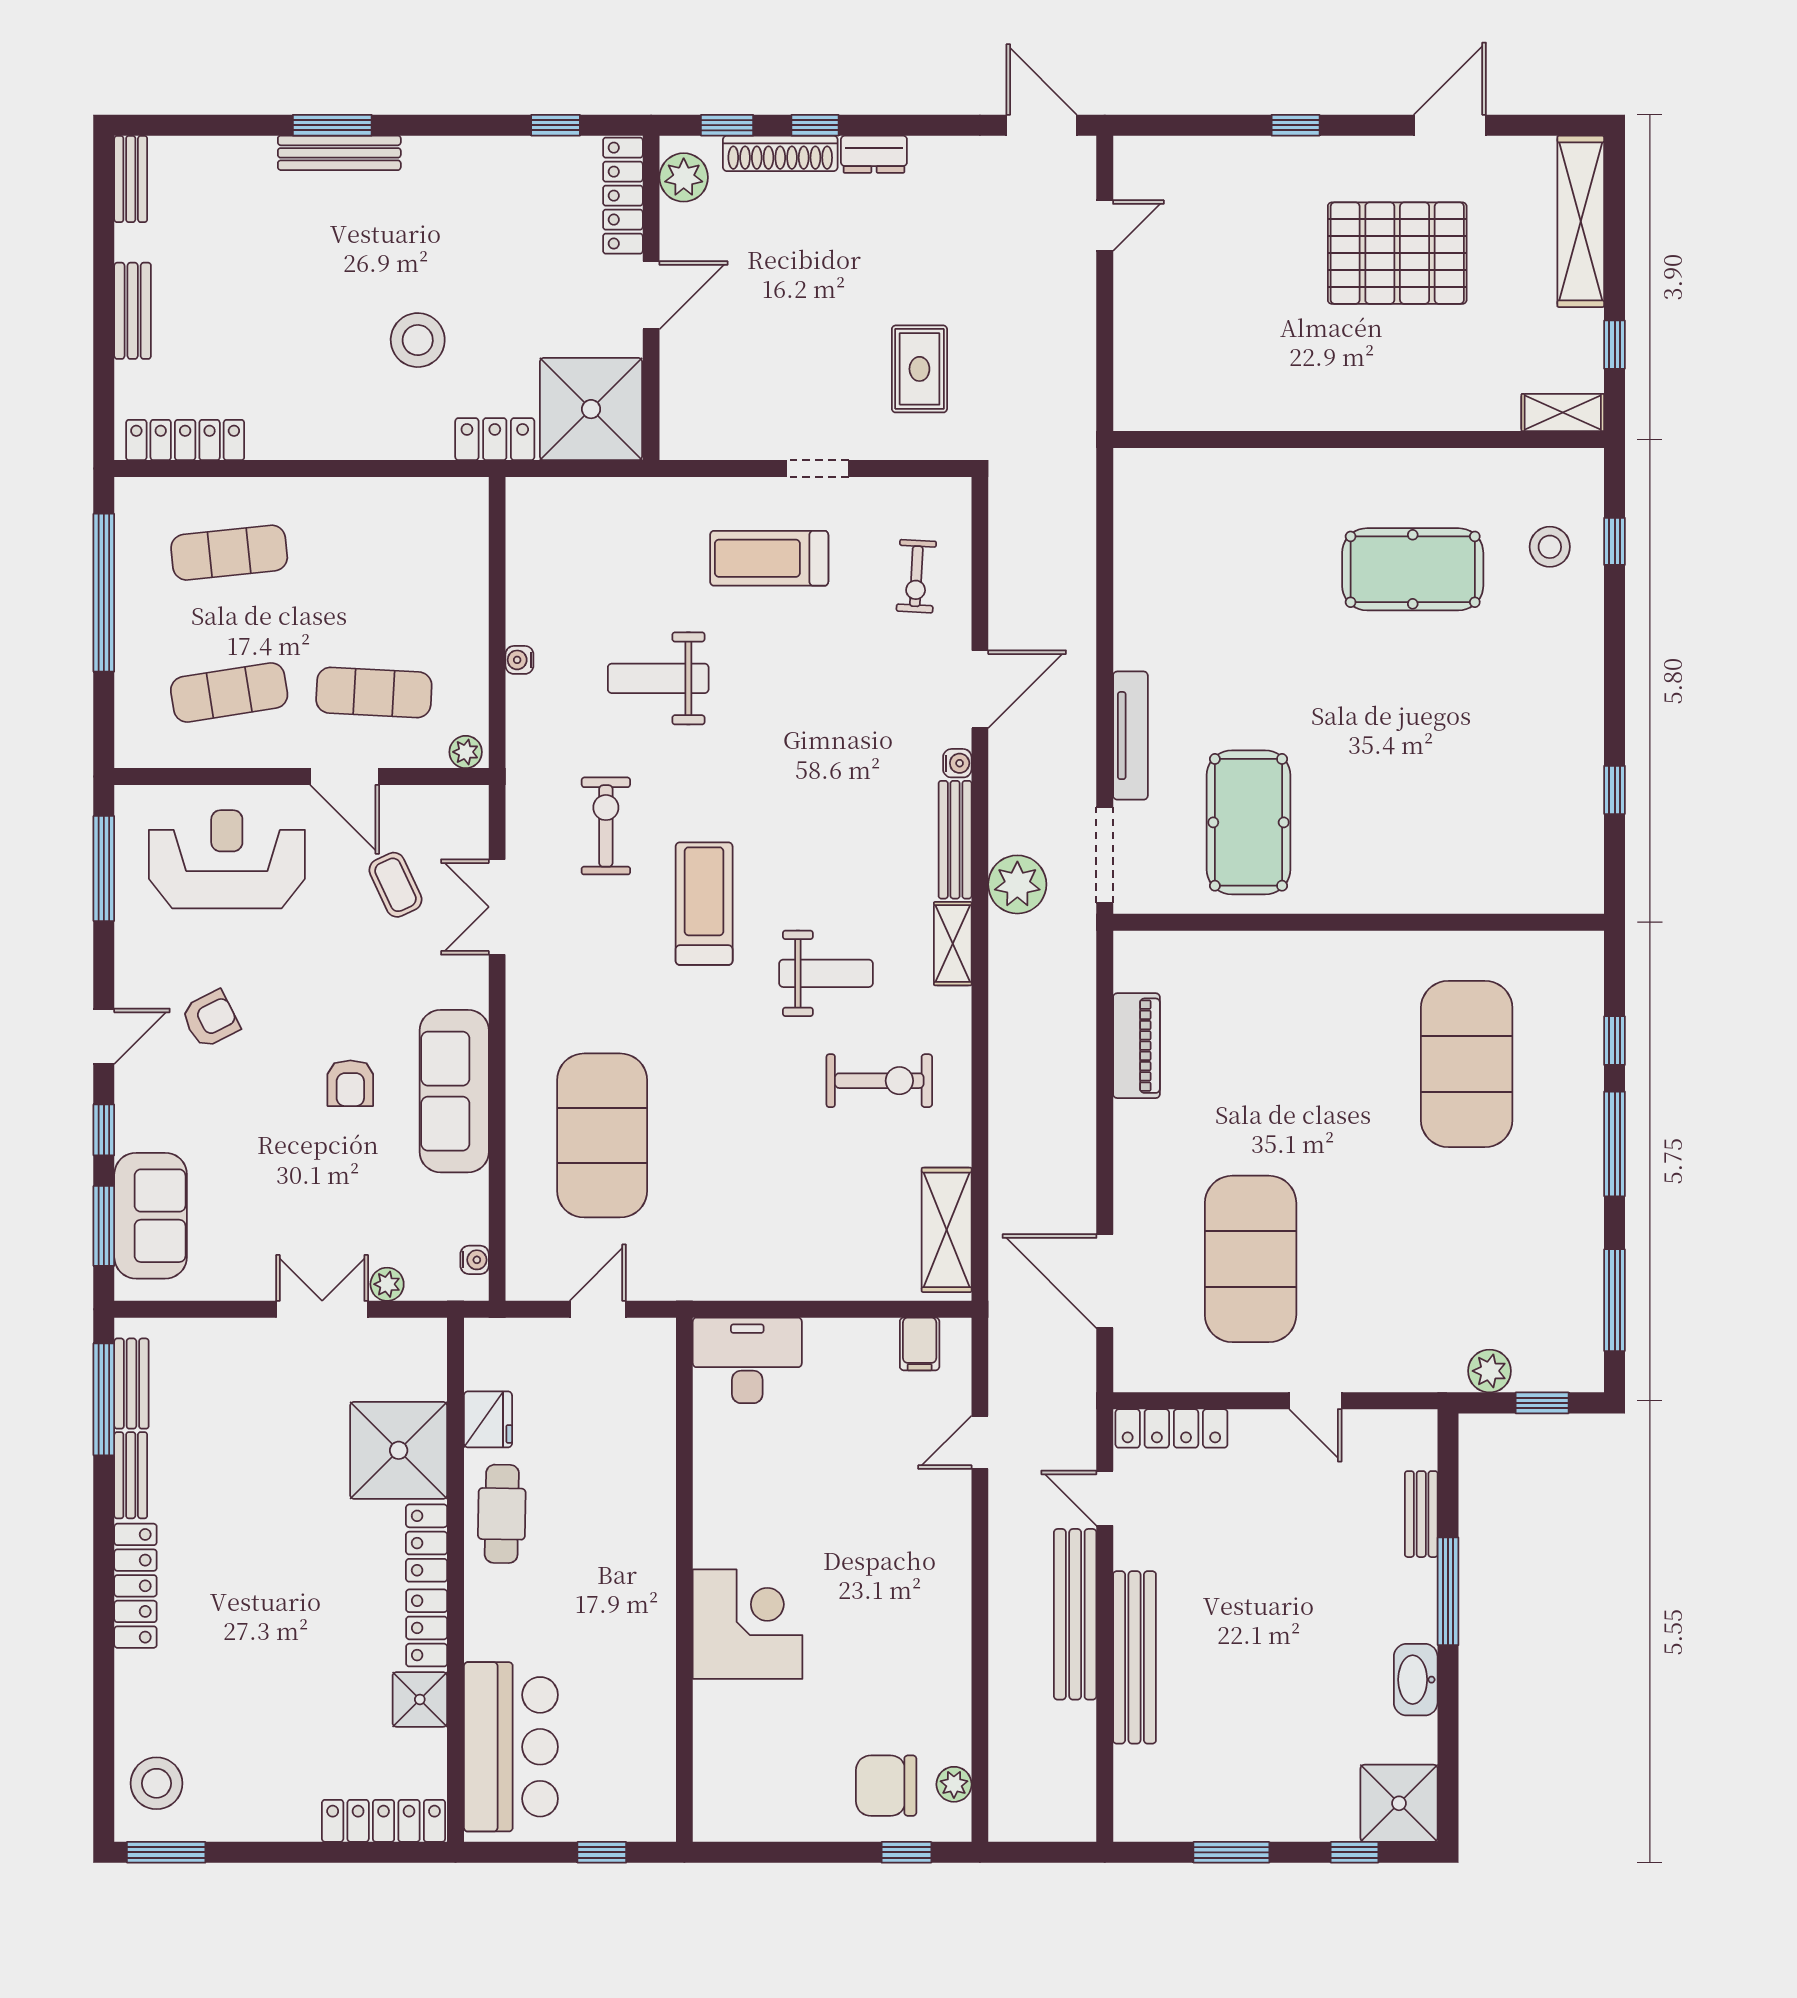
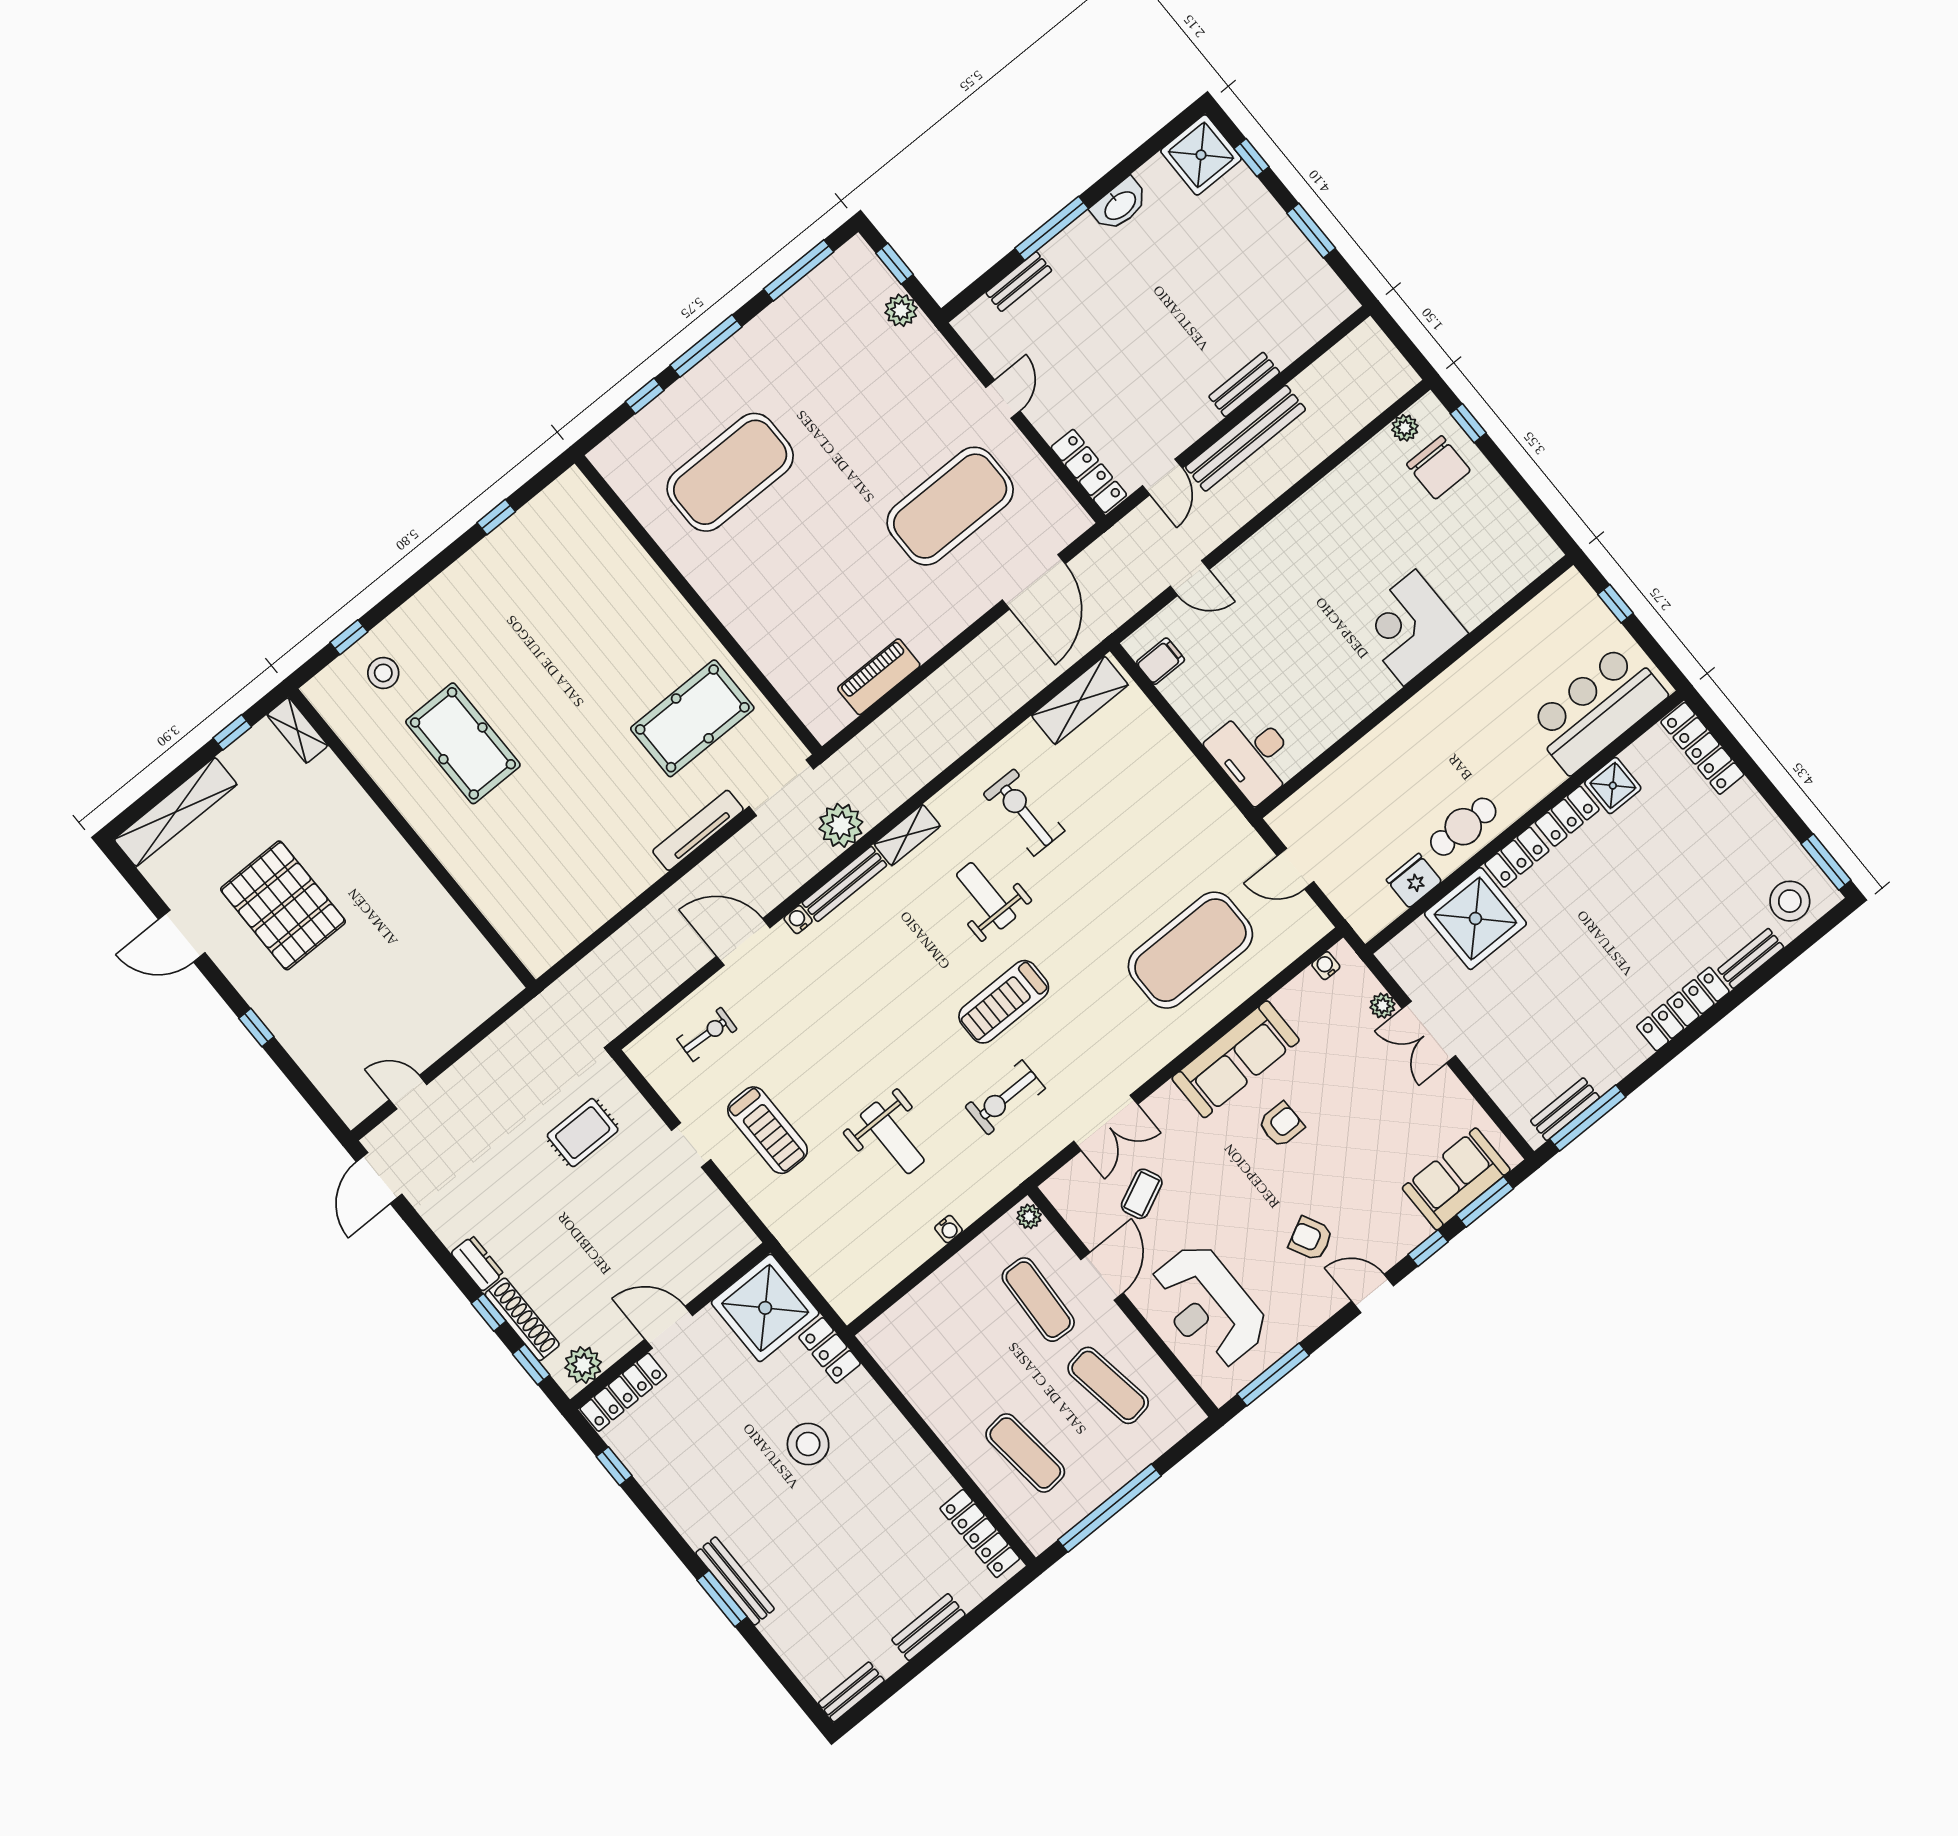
bench: (131, 1475) -> (1751, 958), moved
bench: (1134, 1657) -> (1244, 384), width x0.54, depth x0.82

